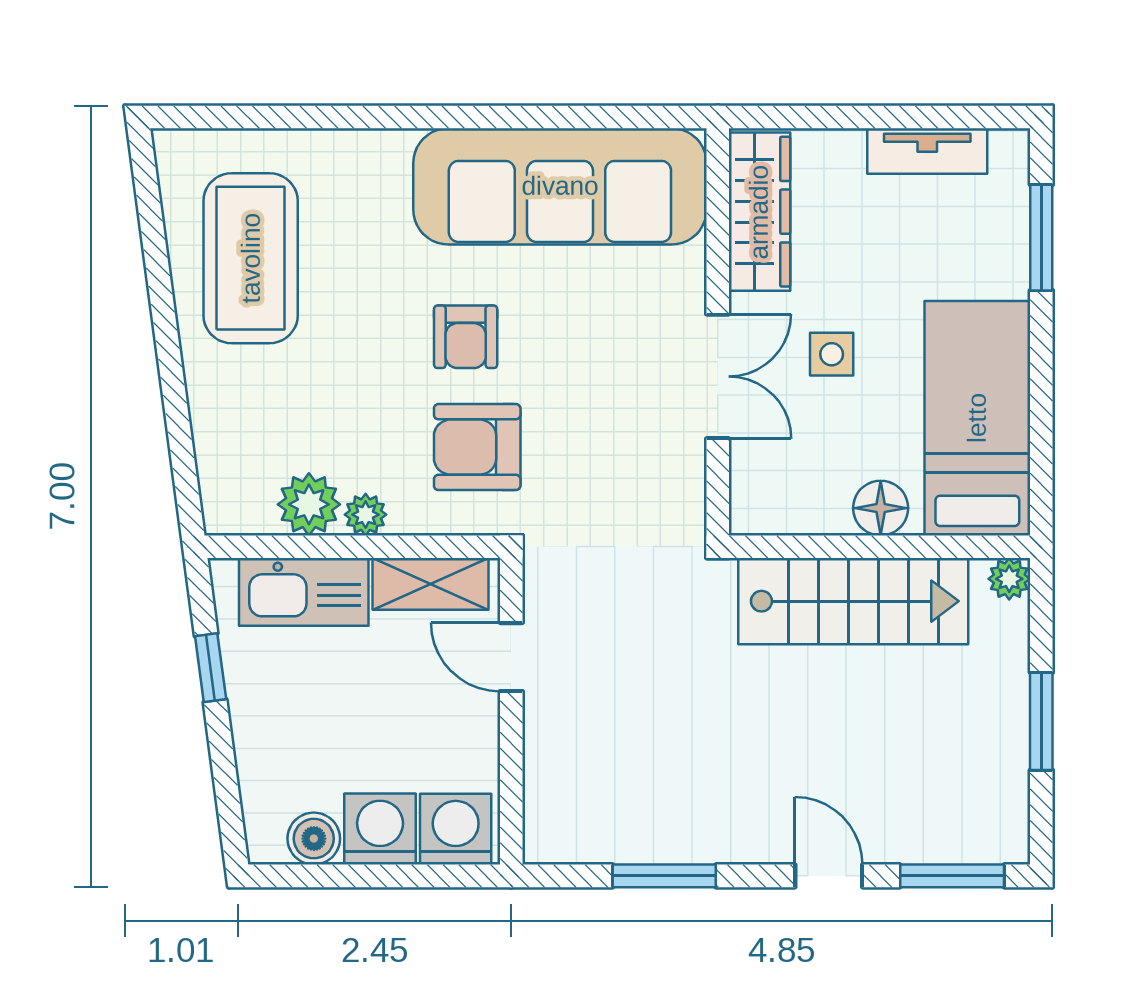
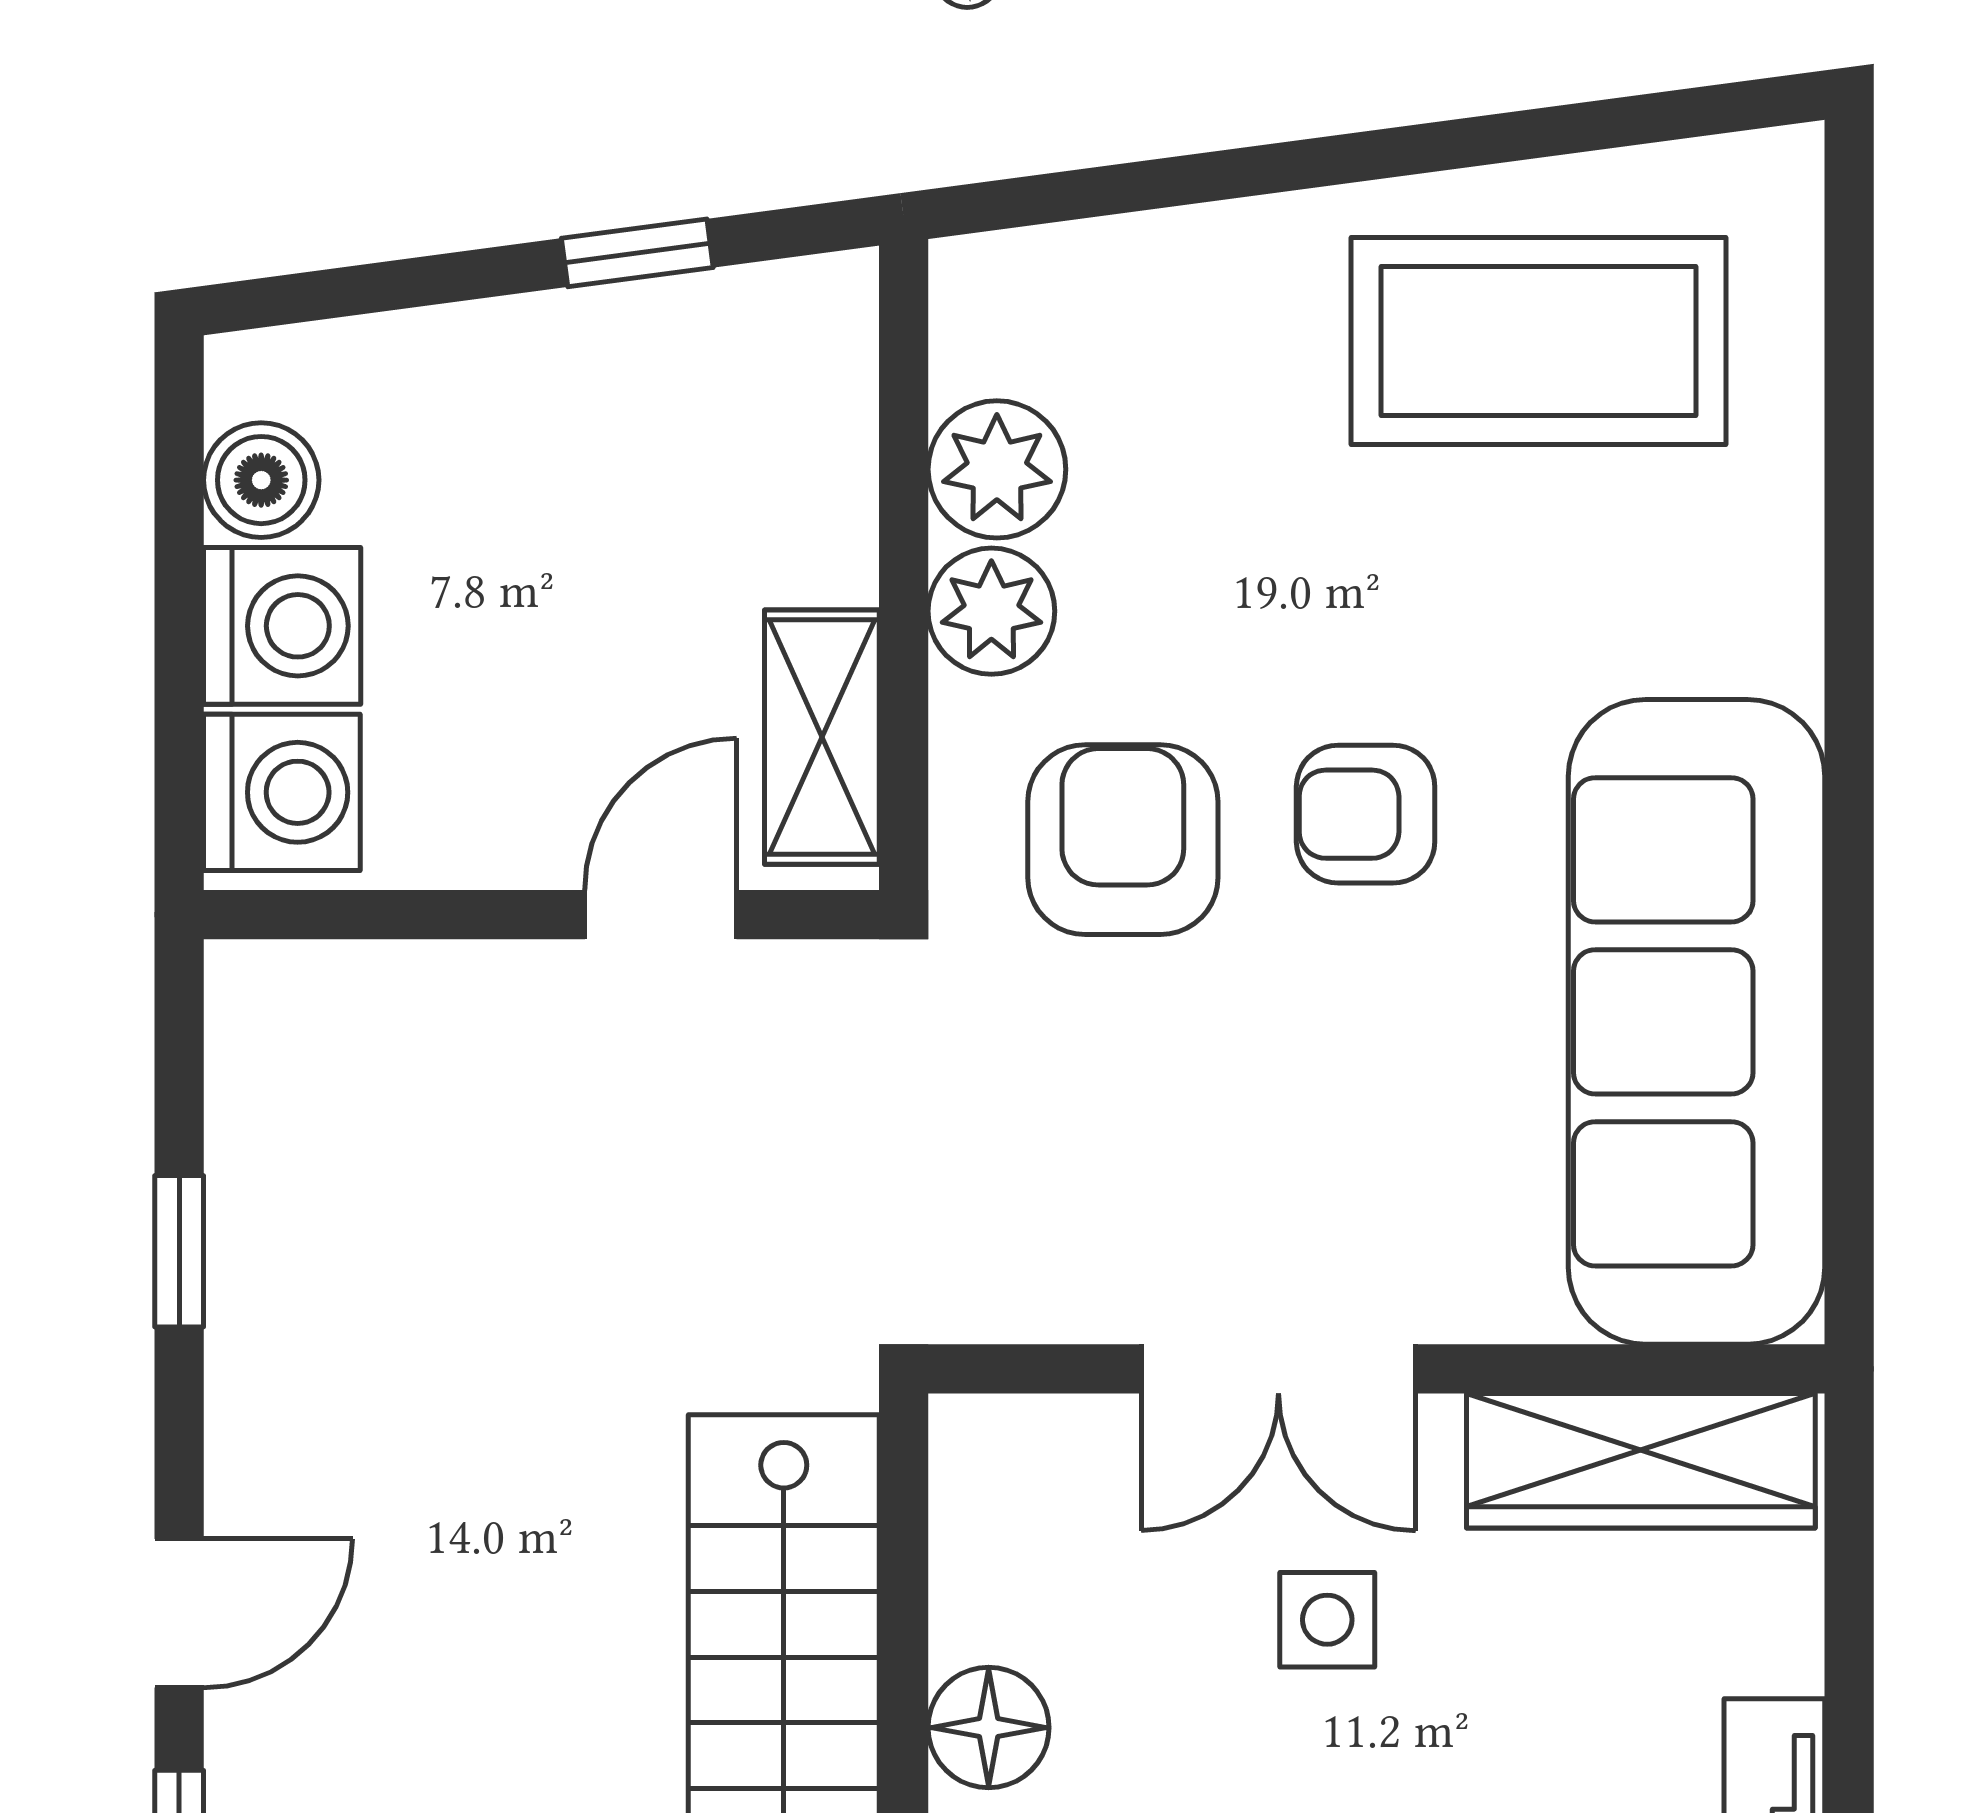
plant: (366, 515) -> (991, 611), width x1.38, depth x1.38
kitchen sink: (304, 592) -> (804, 458), removed
window: (664, 876) -> (179, 1251), width x0.67

